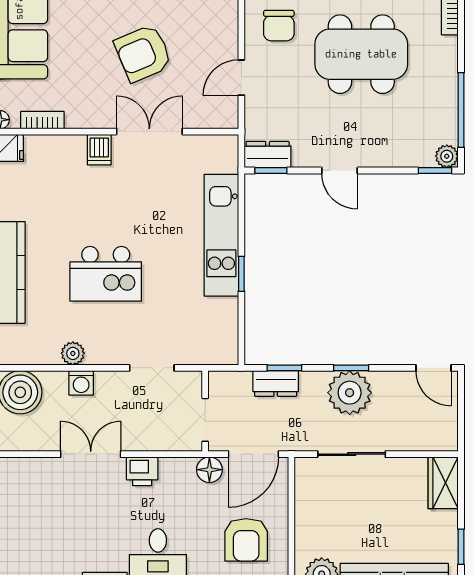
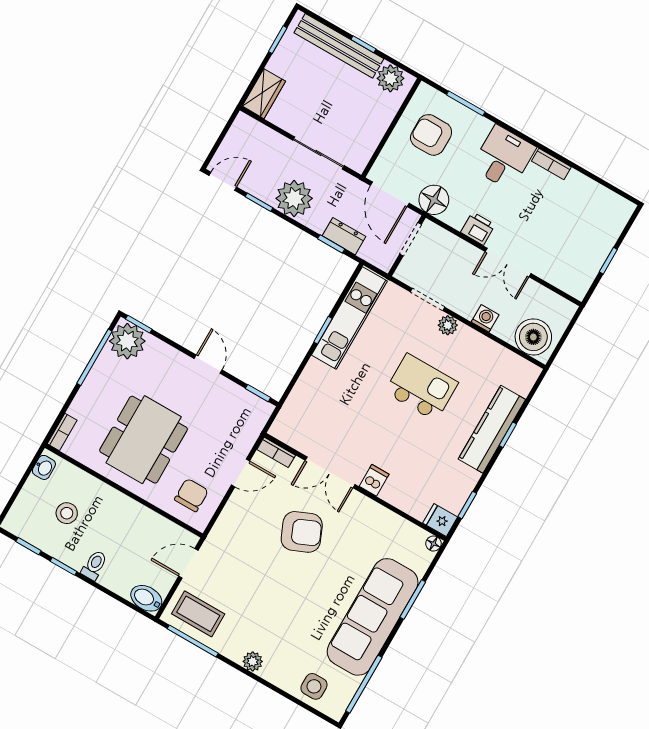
dining table: (361, 54) -> (144, 440), turned 90
bookcase: (42, 120) -> (276, 452), moved
dresser: (268, 155) -> (254, 406), removed
plant: (447, 156) -> (127, 341), width x1.88, depth x1.88
kitchen unit: (221, 235) -> (349, 318), moved
plant: (73, 353) -> (448, 325), moved
window: (351, 368) -> (259, 202), moved
door: (433, 368) -> (223, 181), hinge flipped
door: (253, 454) -> (390, 194), swing flipped
floor lamp: (209, 470) -> (434, 200), width x1.38, depth x1.38
armchair: (246, 540) -> (431, 135), turned -90

